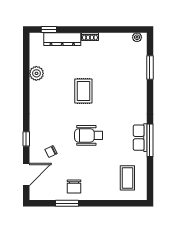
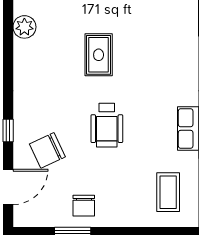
wheelchair: (89, 135) -> (107, 125), turned -90
chair: (51, 151) -> (47, 150), width x1.87, depth x1.87

